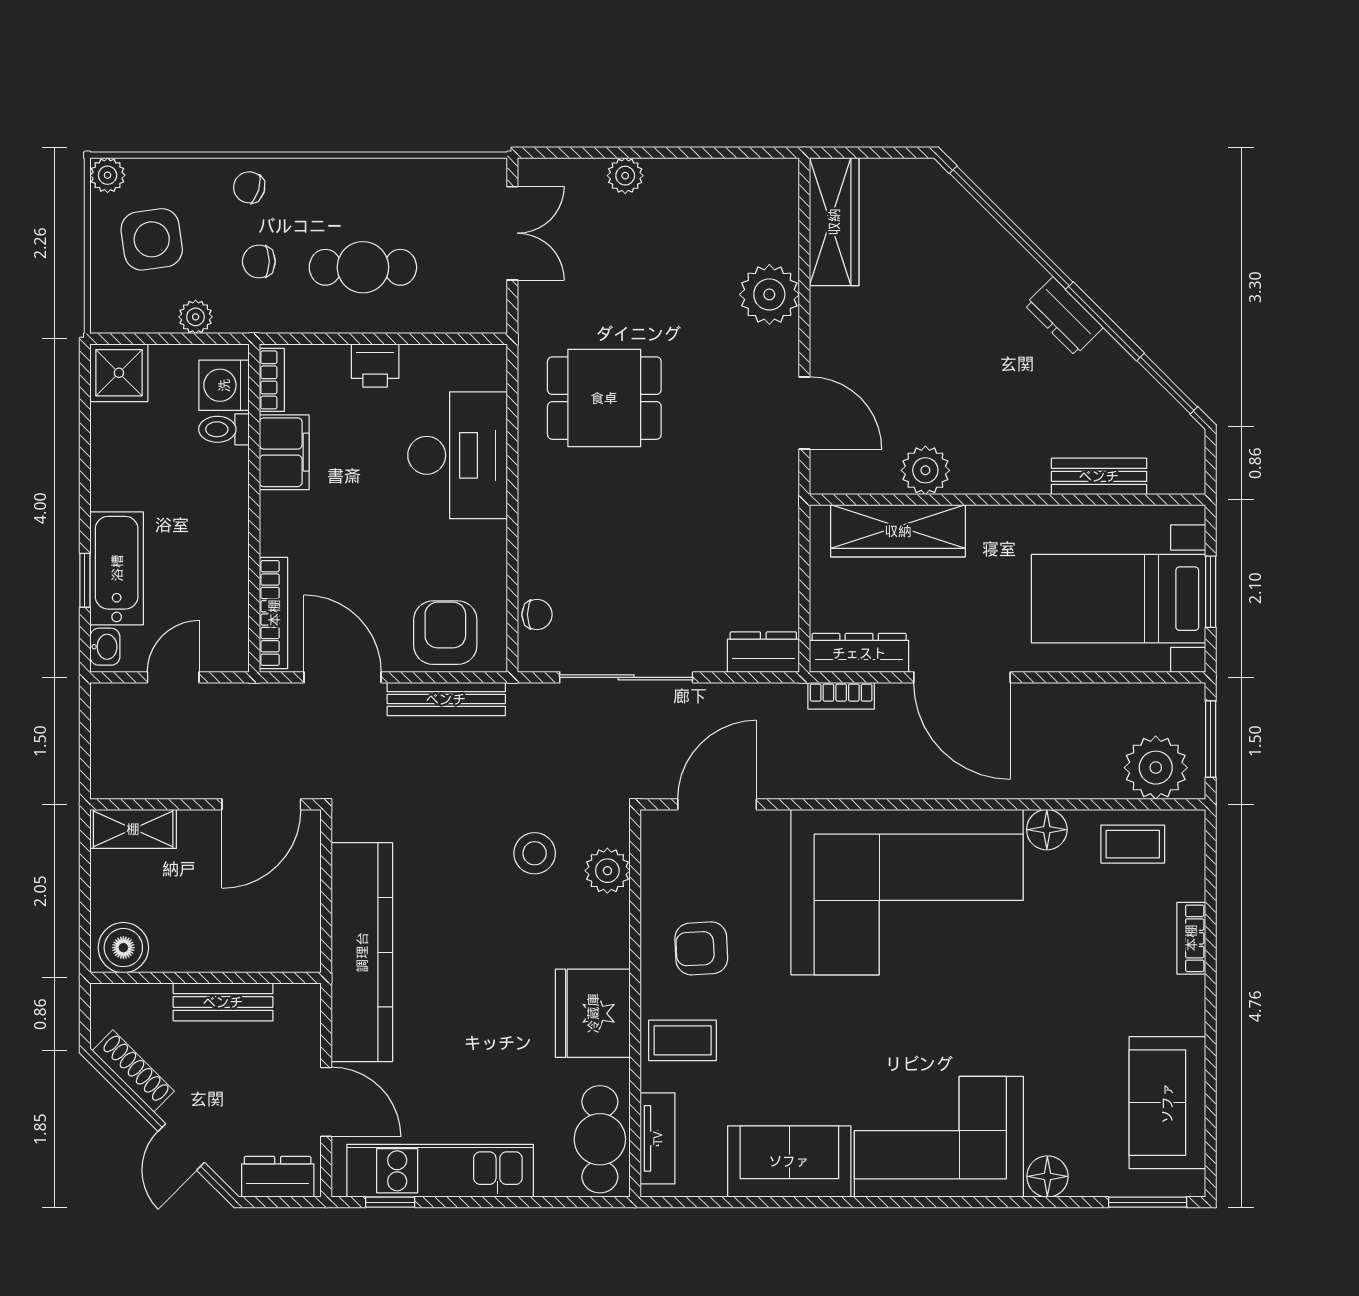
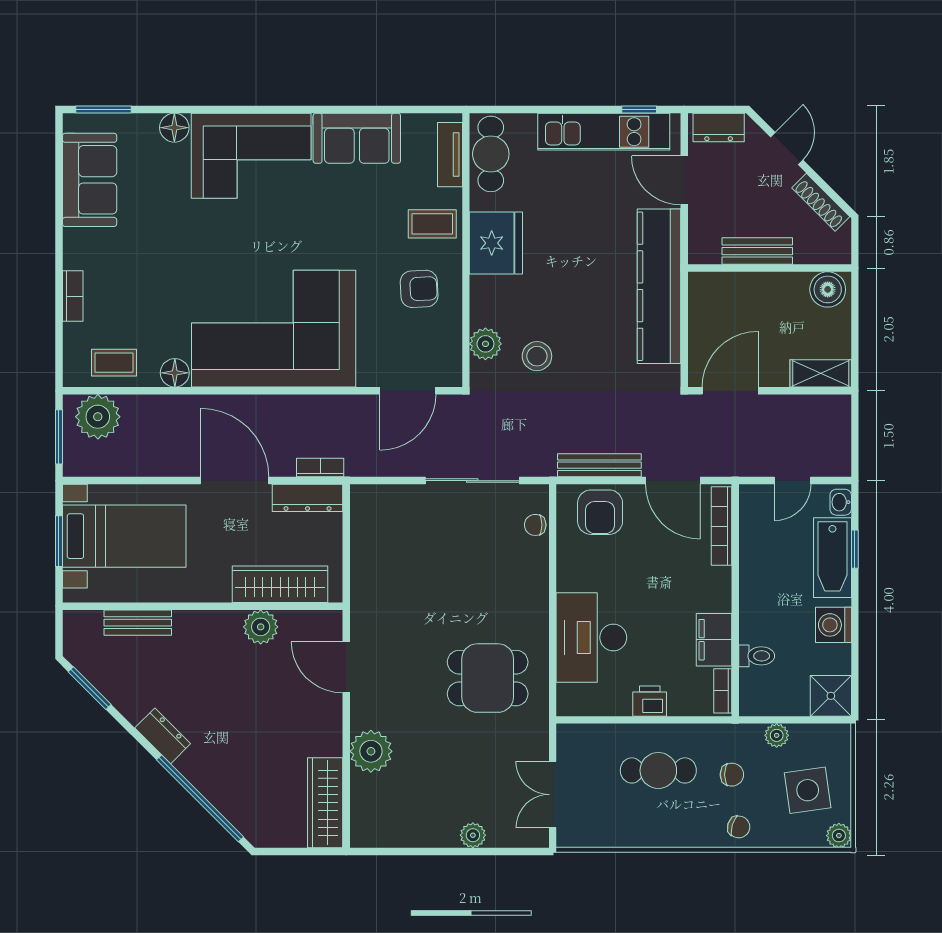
washing machine: (224, 385) -> (833, 625), moved, turned 180
dresser: (763, 652) -> (375, 498), removed

